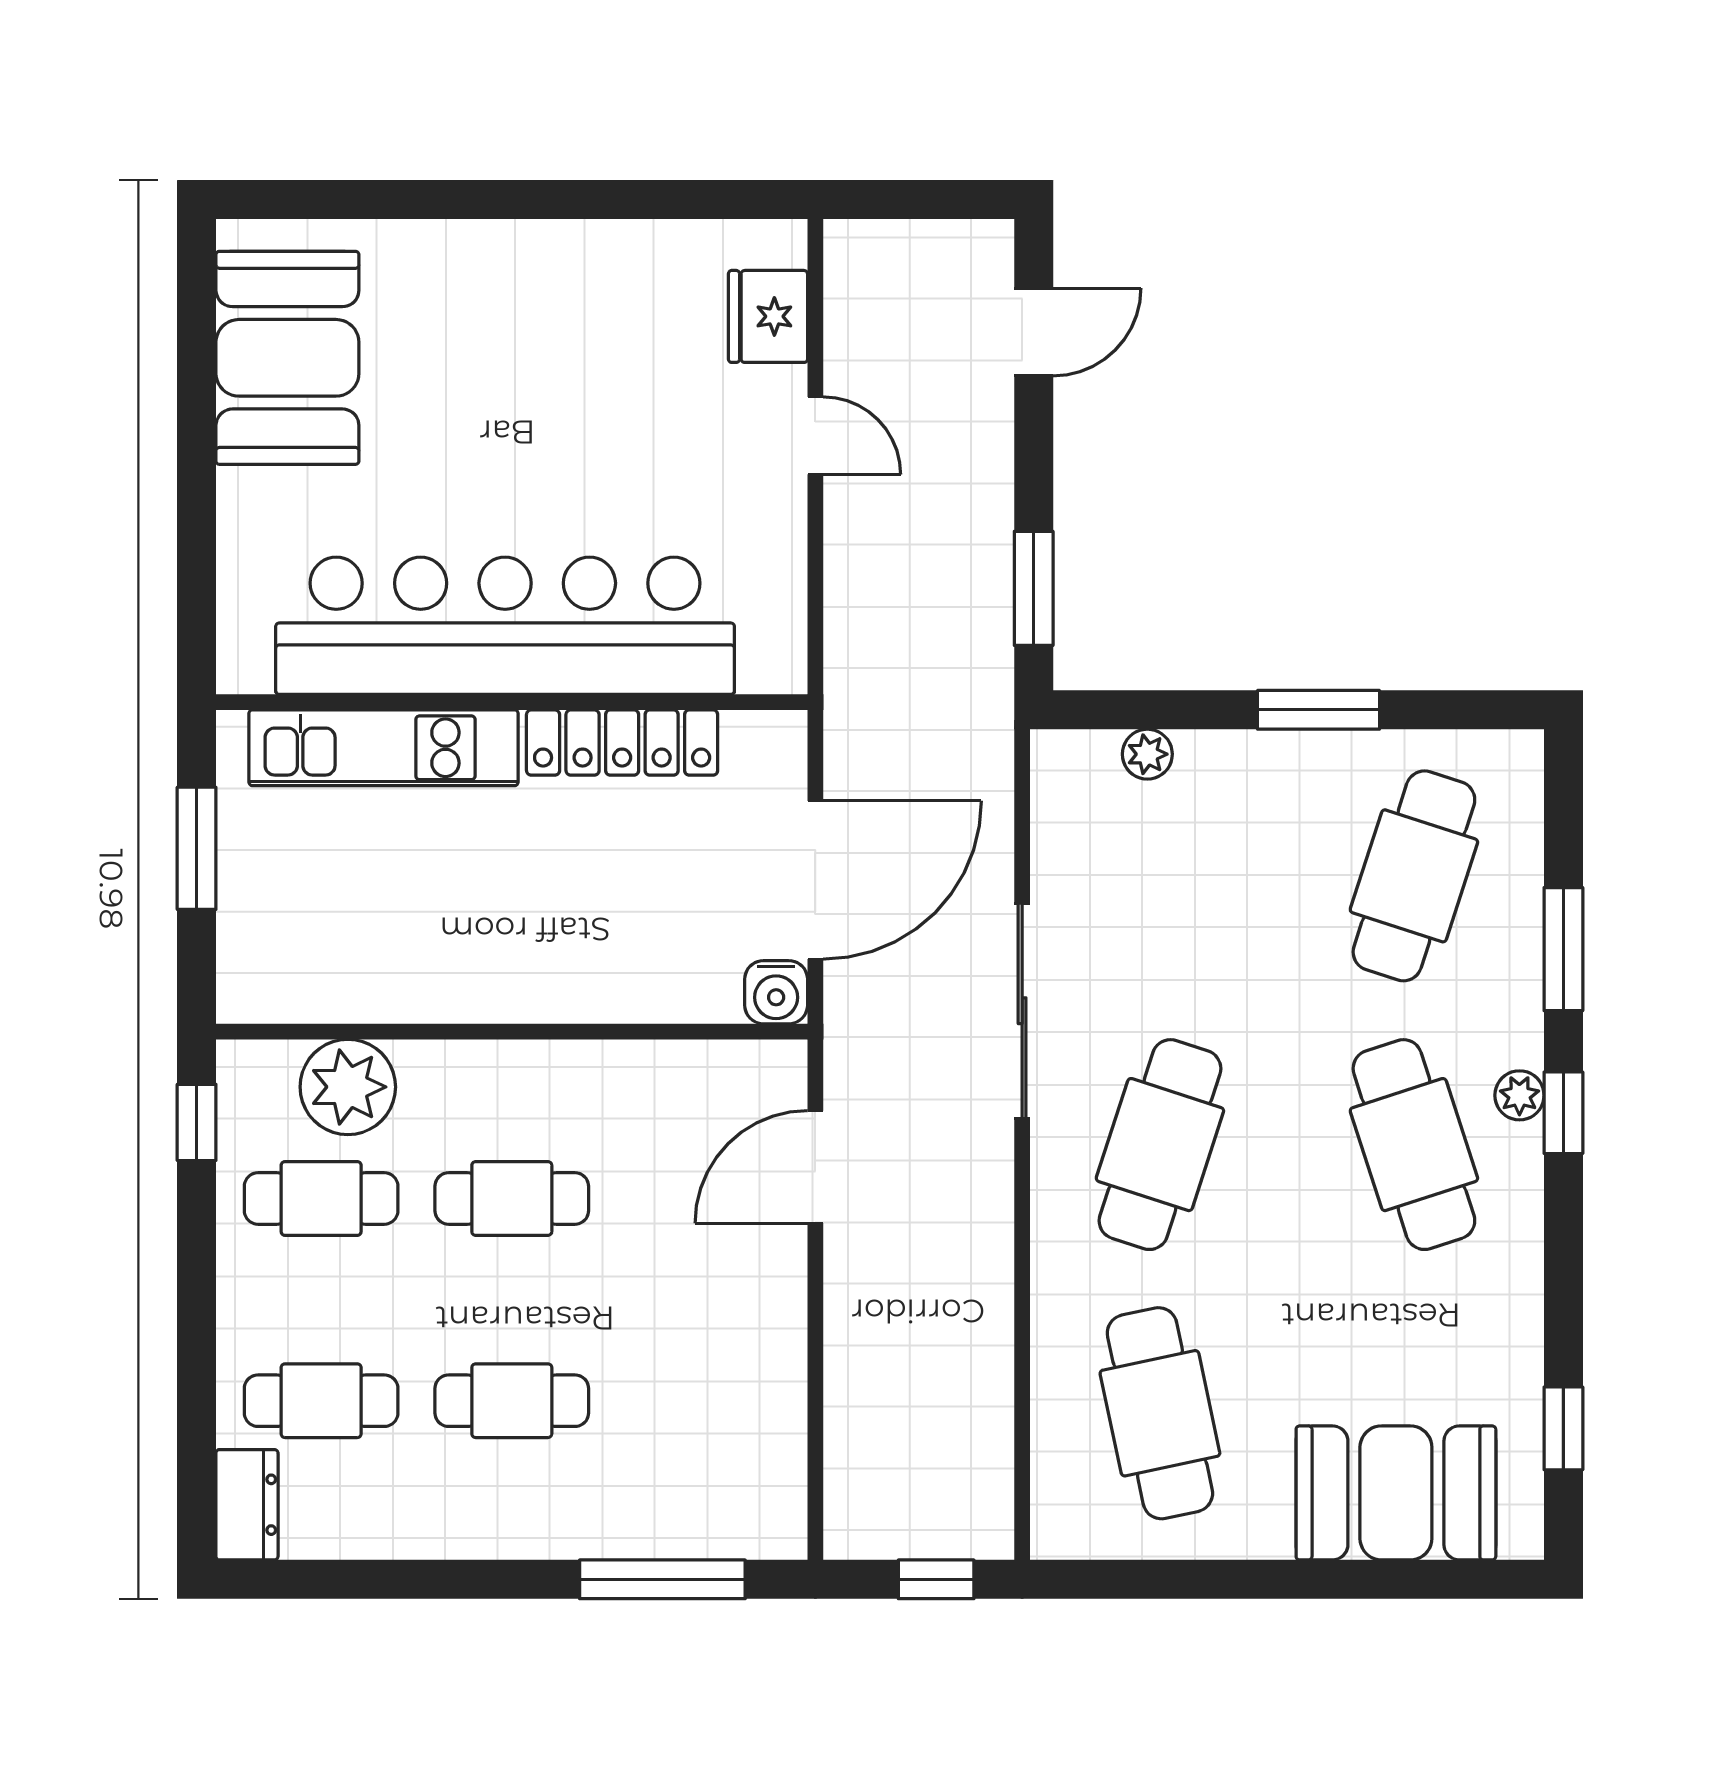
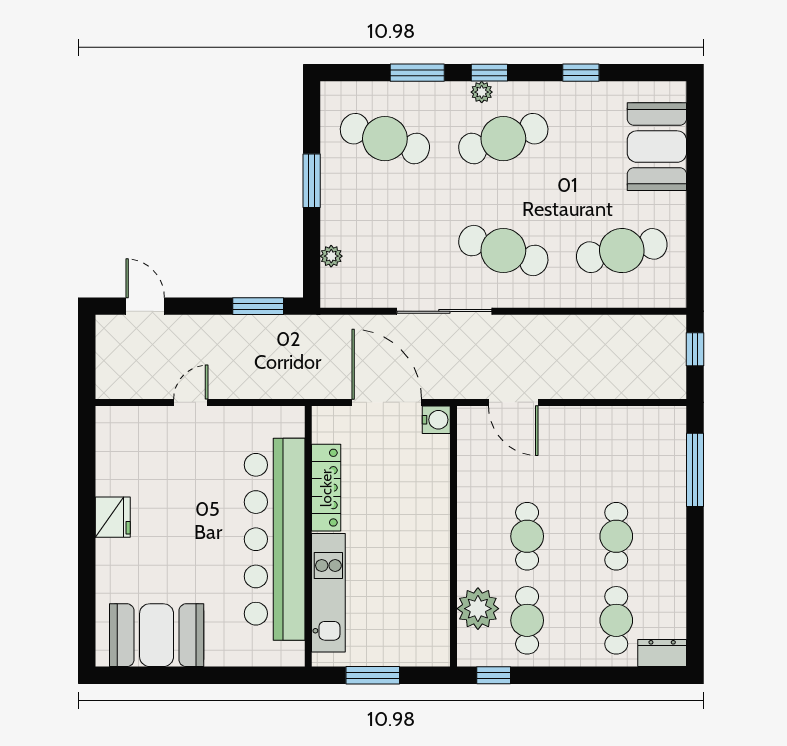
fridge: (768, 316) -> (113, 517), moved, turned -90
window: (1563, 1428) -> (581, 73), moved

